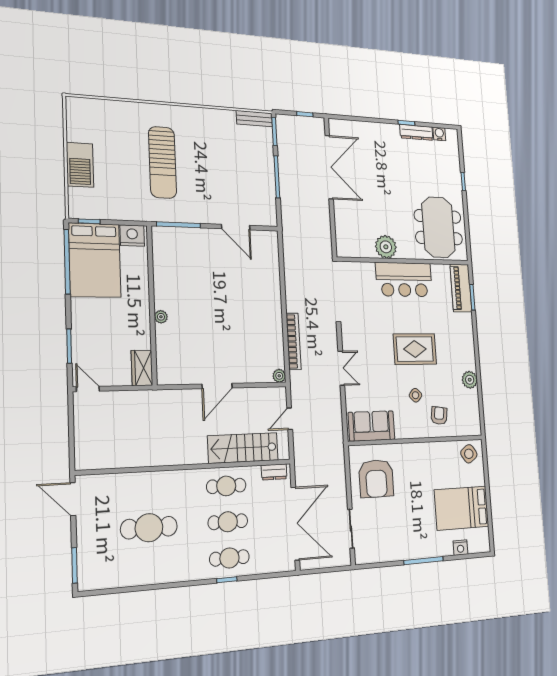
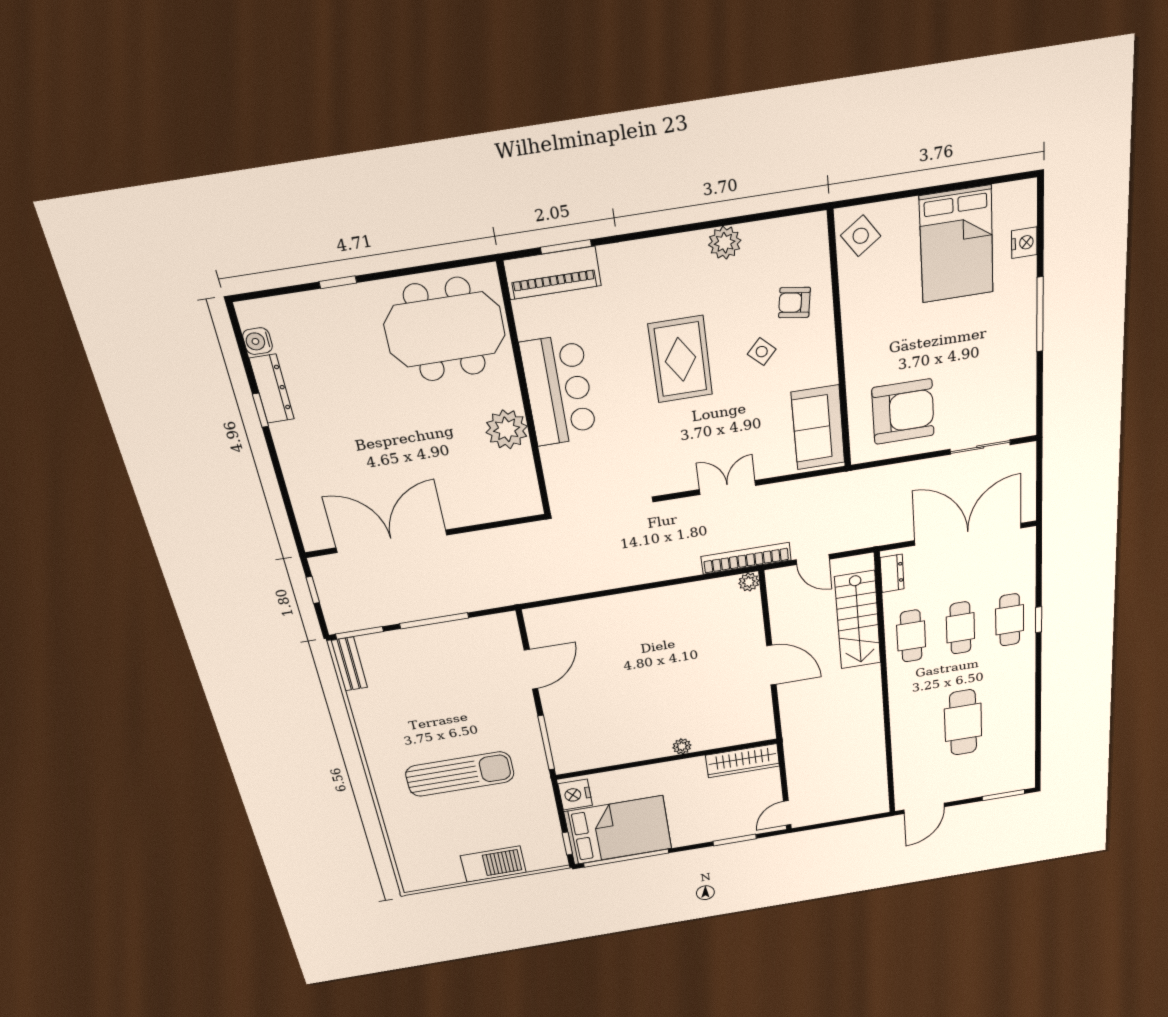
bookcase: (293, 341) -> (746, 558), moved
wardrobe: (142, 368) -> (743, 761), width x1.50

